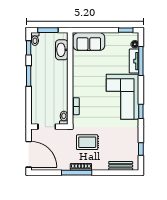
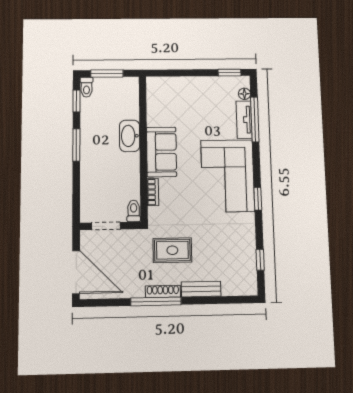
sofa: (89, 42) -> (161, 152), moved, turned -90
washbasin: (62, 50) -> (130, 136), moved
bench: (121, 166) -> (201, 289), moved

